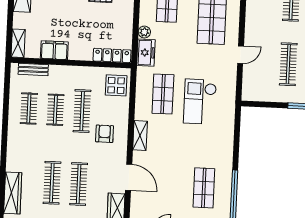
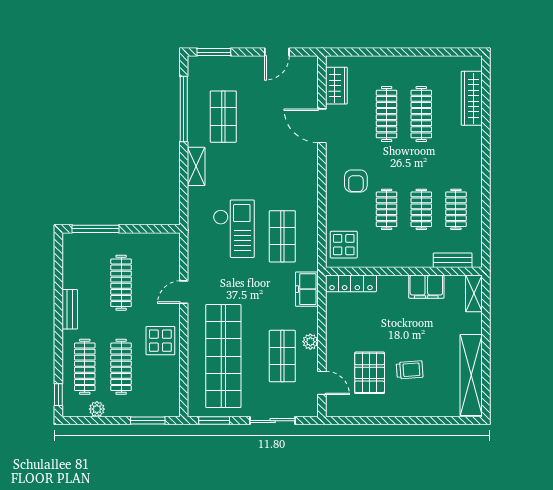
display table: (260, 18) -> (160, 341), added
plant: (144, 32) -> (310, 342), moved
clothes rail: (82, 111) -> (387, 209), width x0.73
shelving: (140, 135) -> (196, 166), moved

